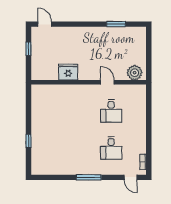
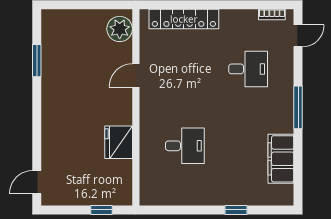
window: (28, 49) -> (101, 210), moved
locker: (140, 110) -> (184, 19), added
desk: (111, 111) -> (185, 146), moved
filing cabinet: (58, 167) -> (281, 159), added

